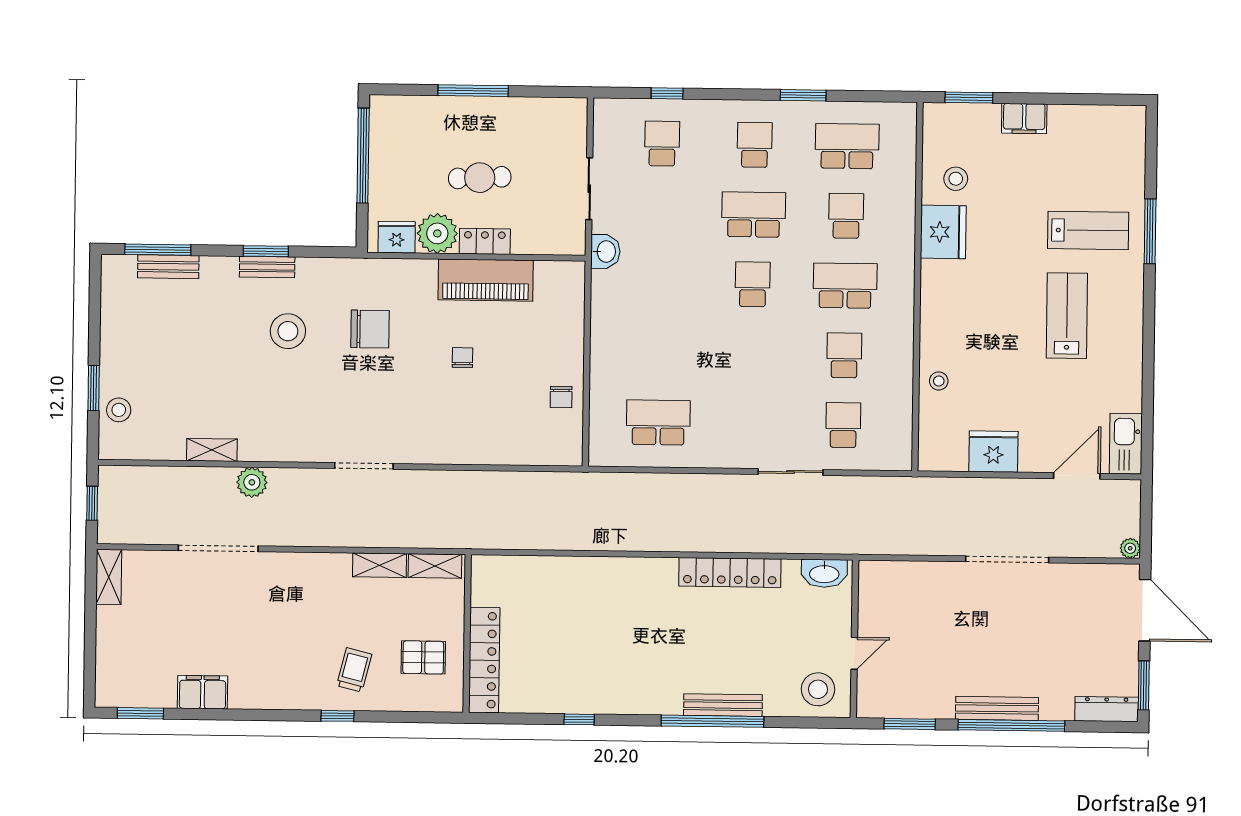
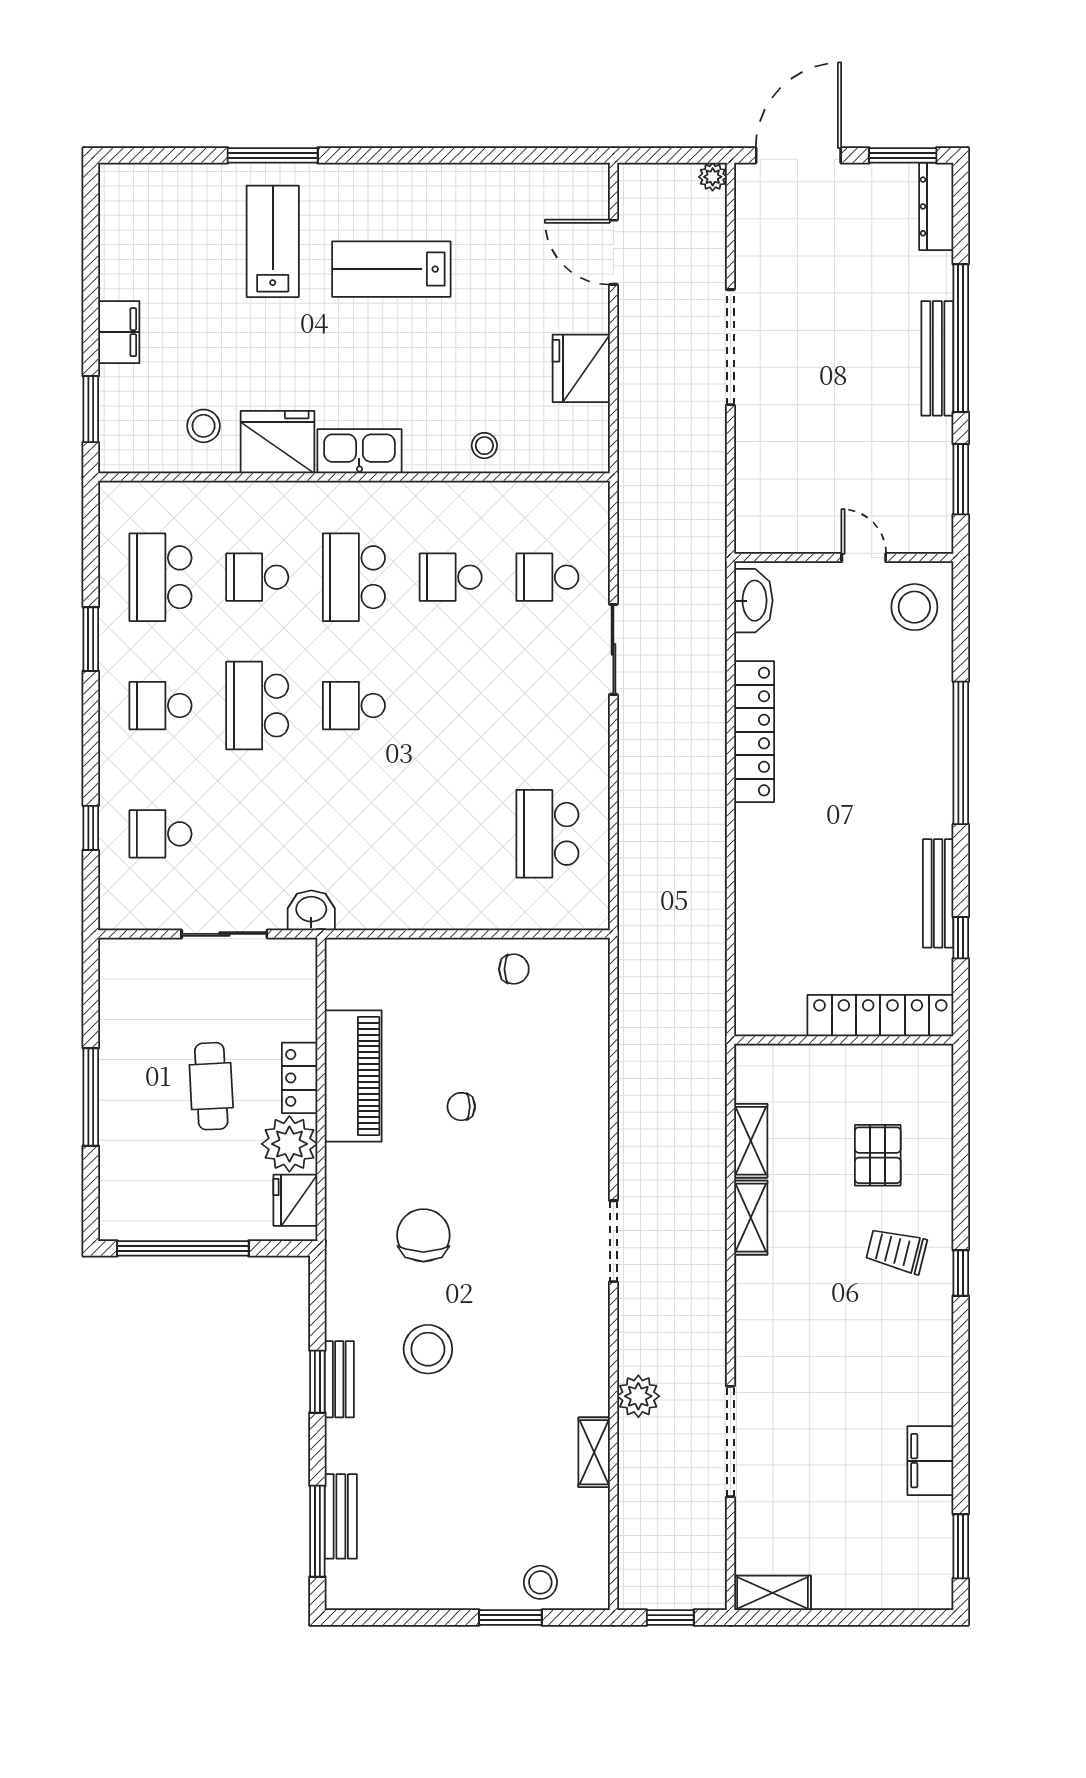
kitchen sink: (1126, 444) -> (359, 451), moved, turned 180
wall: (467, 633) -> (844, 1040), moved
locker: (484, 660) -> (880, 1016), moved
bench: (723, 705) -> (938, 893), moved

